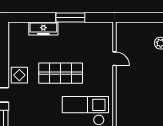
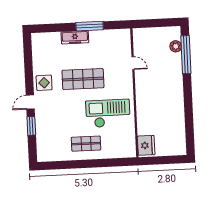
freezer: (43, 28) -> (75, 37), moved

